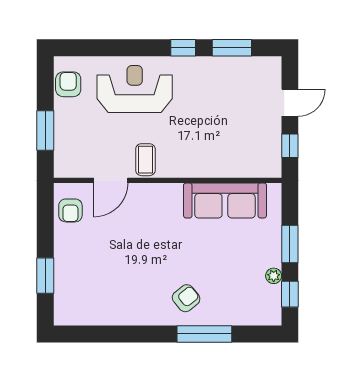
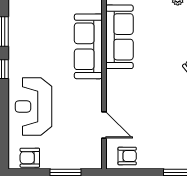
coffee table: (145, 160) -> (88, 98), removed
sofa: (213, 160) -> (88, 46), added

